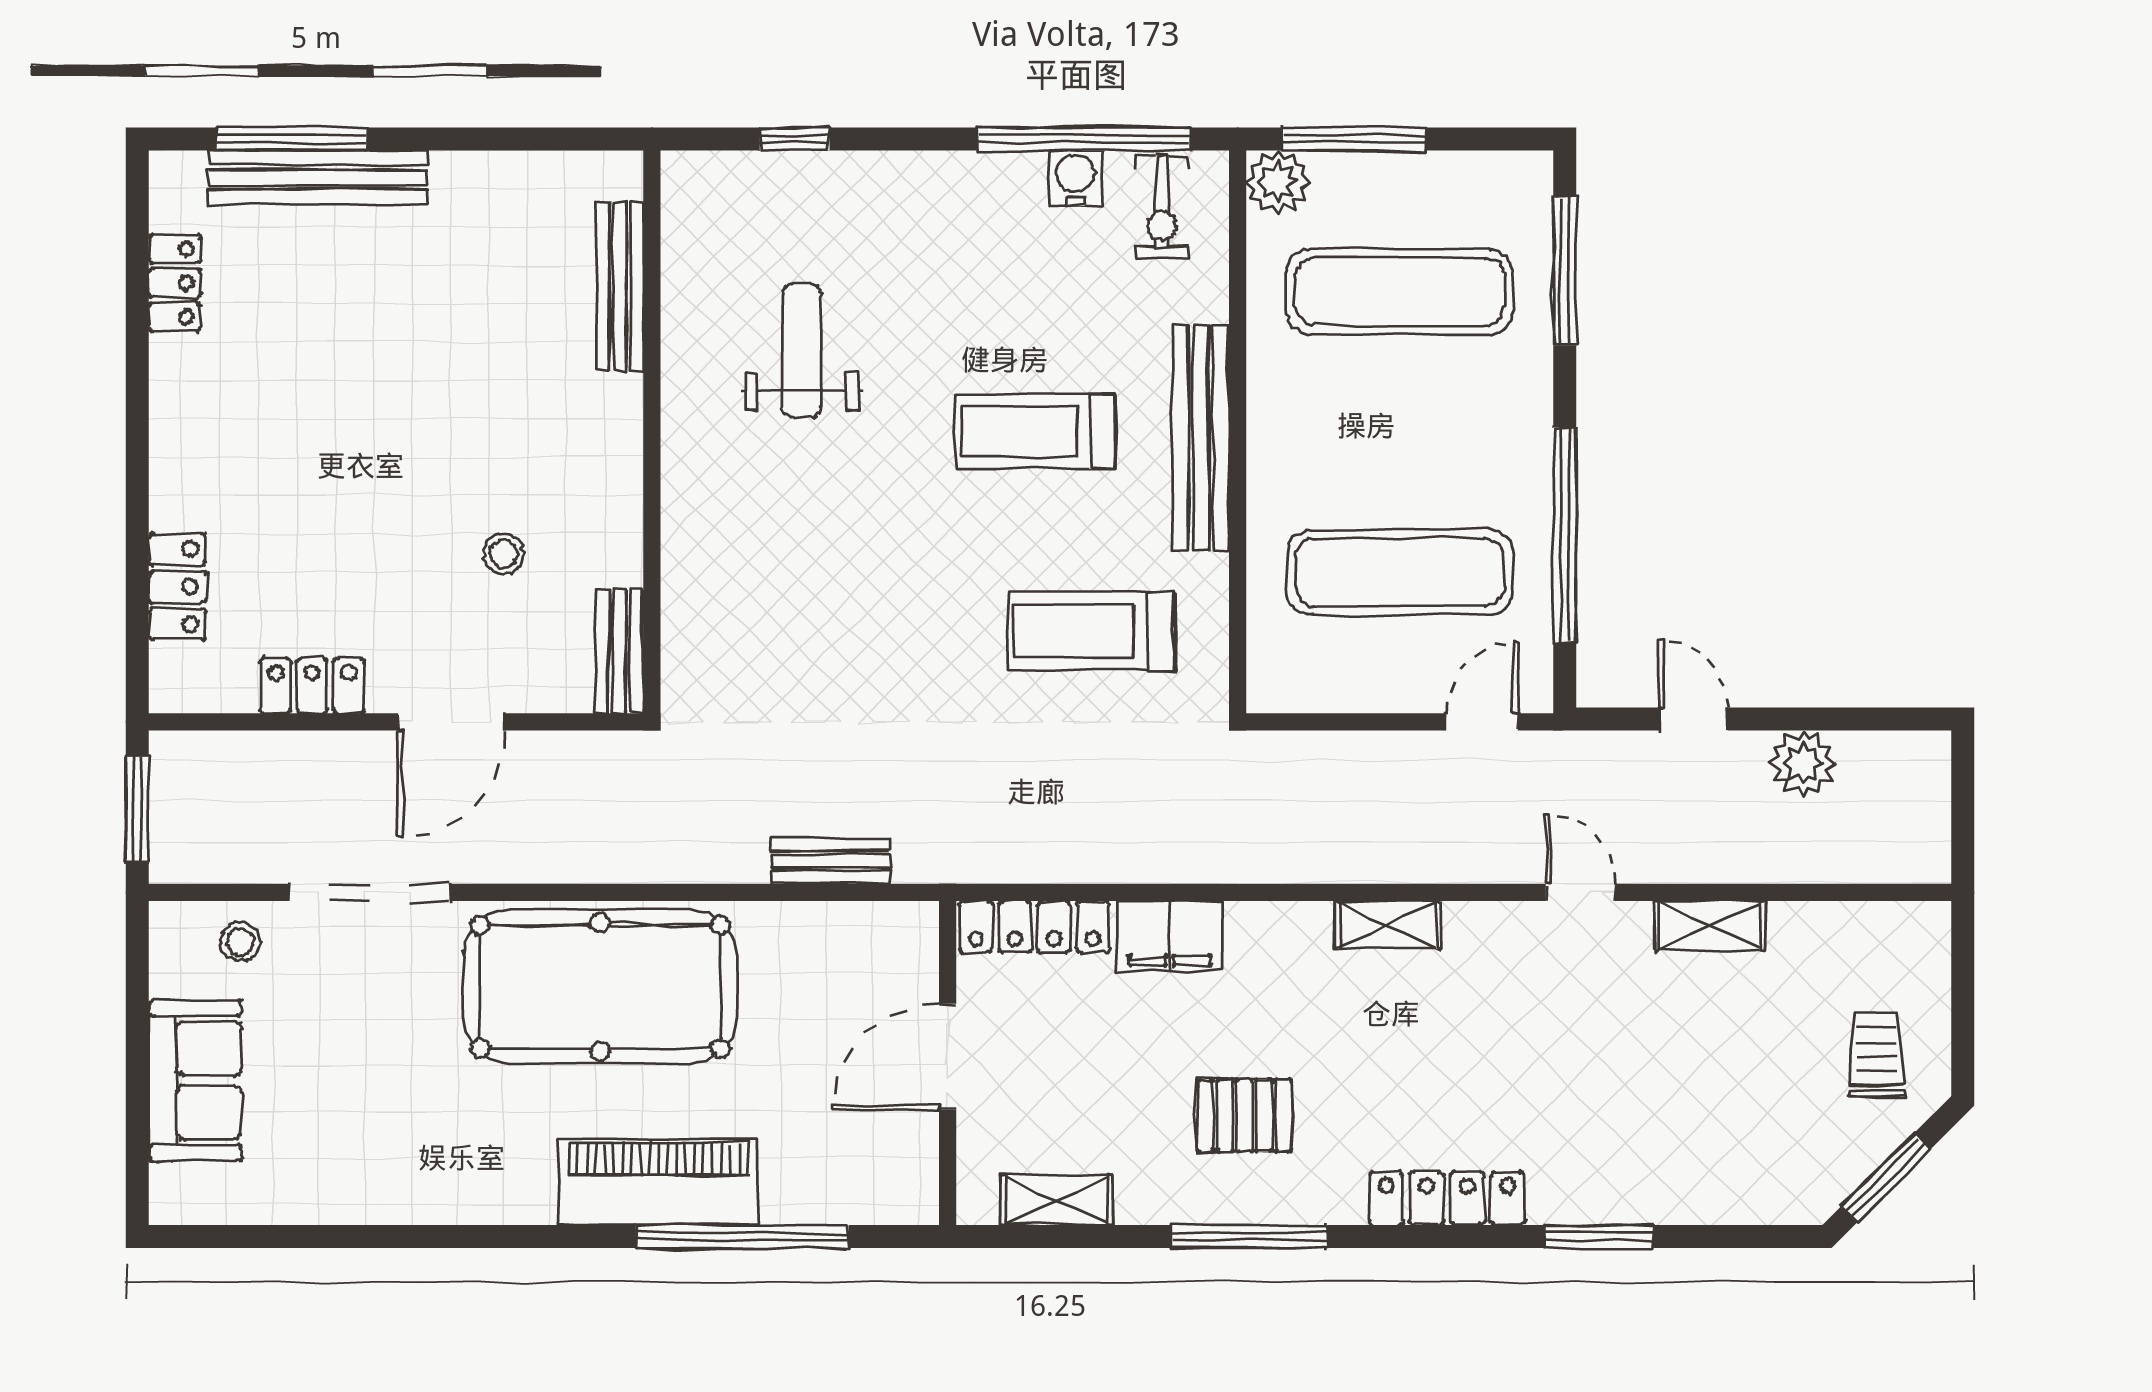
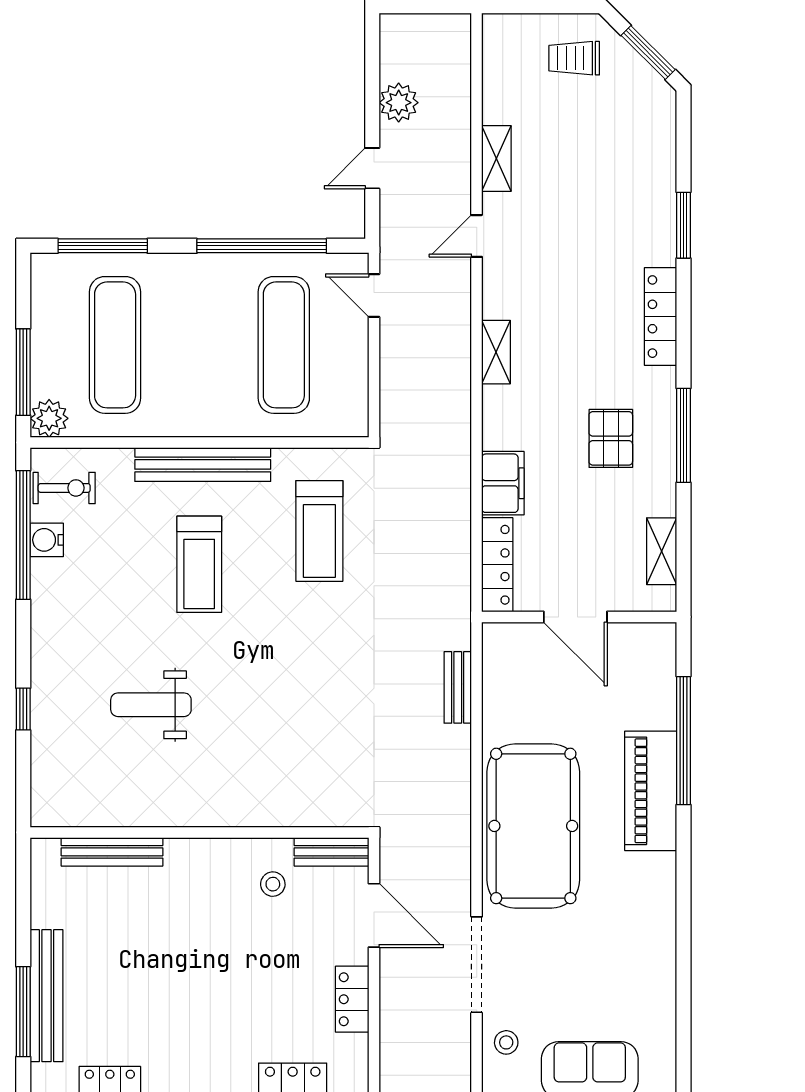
bench: (620, 287) -> (112, 852), moved
wall: (652, 432) -> (199, 832), moved
bench: (620, 651) -> (331, 852), moved

